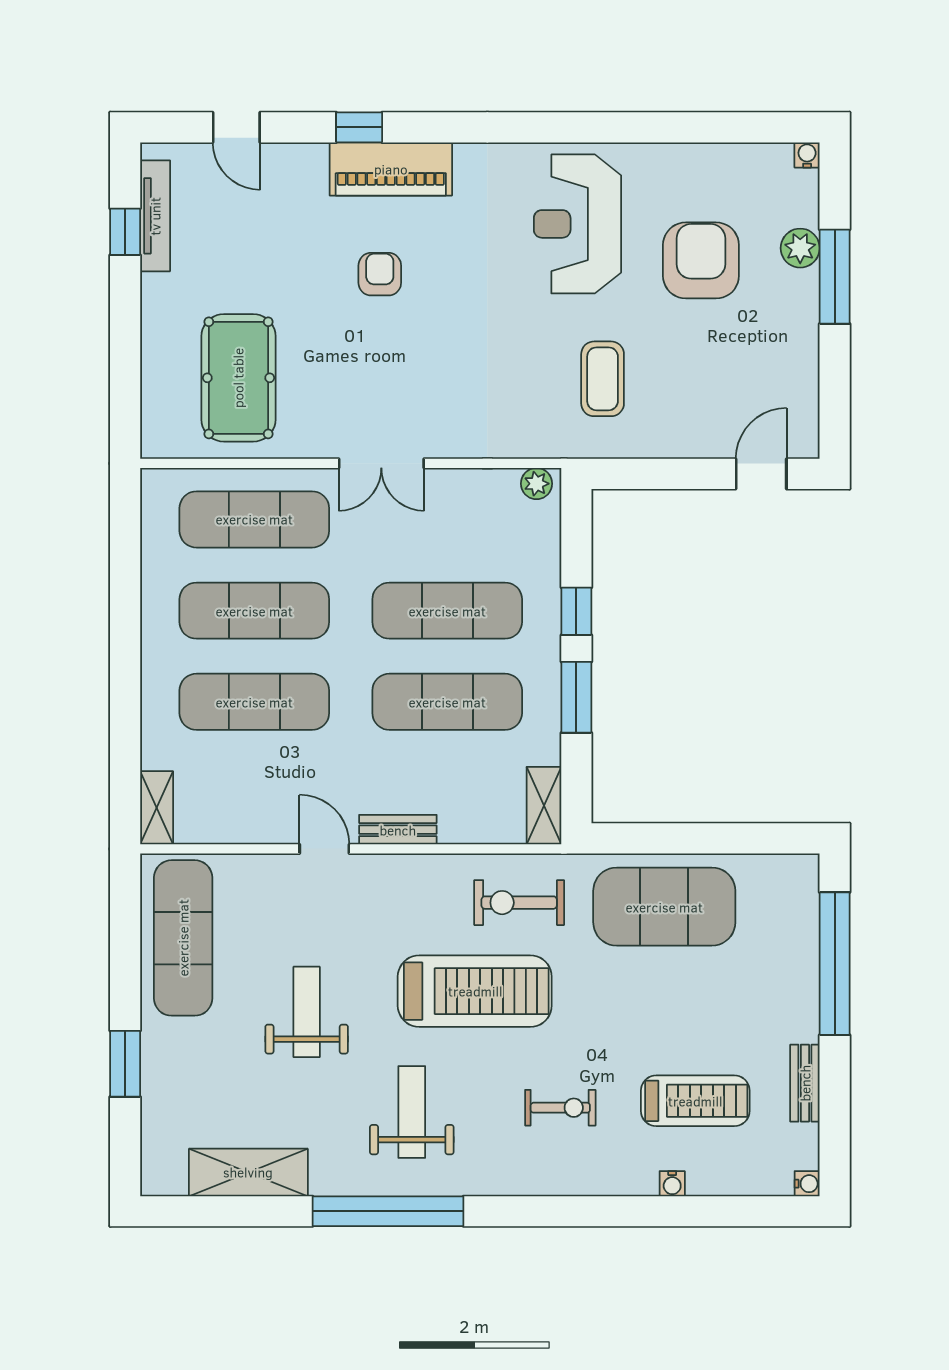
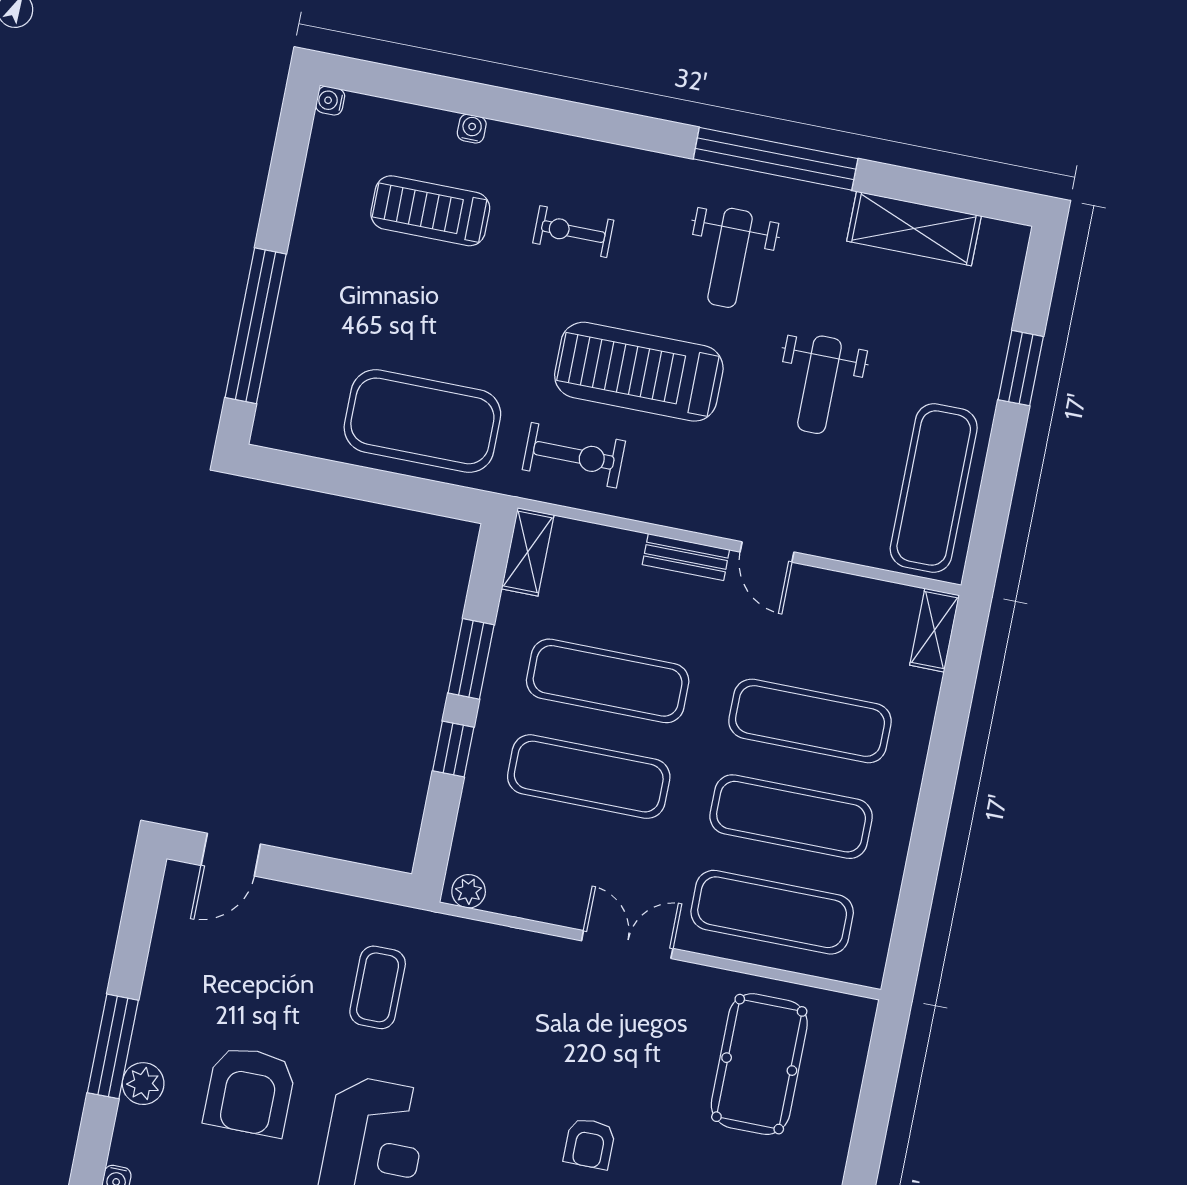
bench: (805, 1083) -> (312, 206), removed

